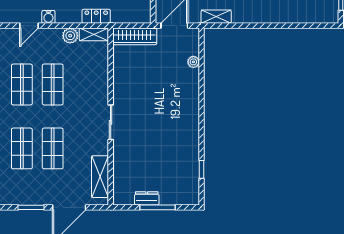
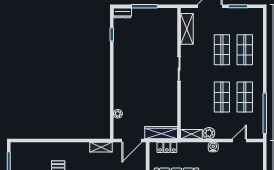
locker: (96, 16) -> (167, 147), moved
water cooler: (48, 17) -> (213, 147), moved
dresser: (147, 198) -> (122, 13), moved

